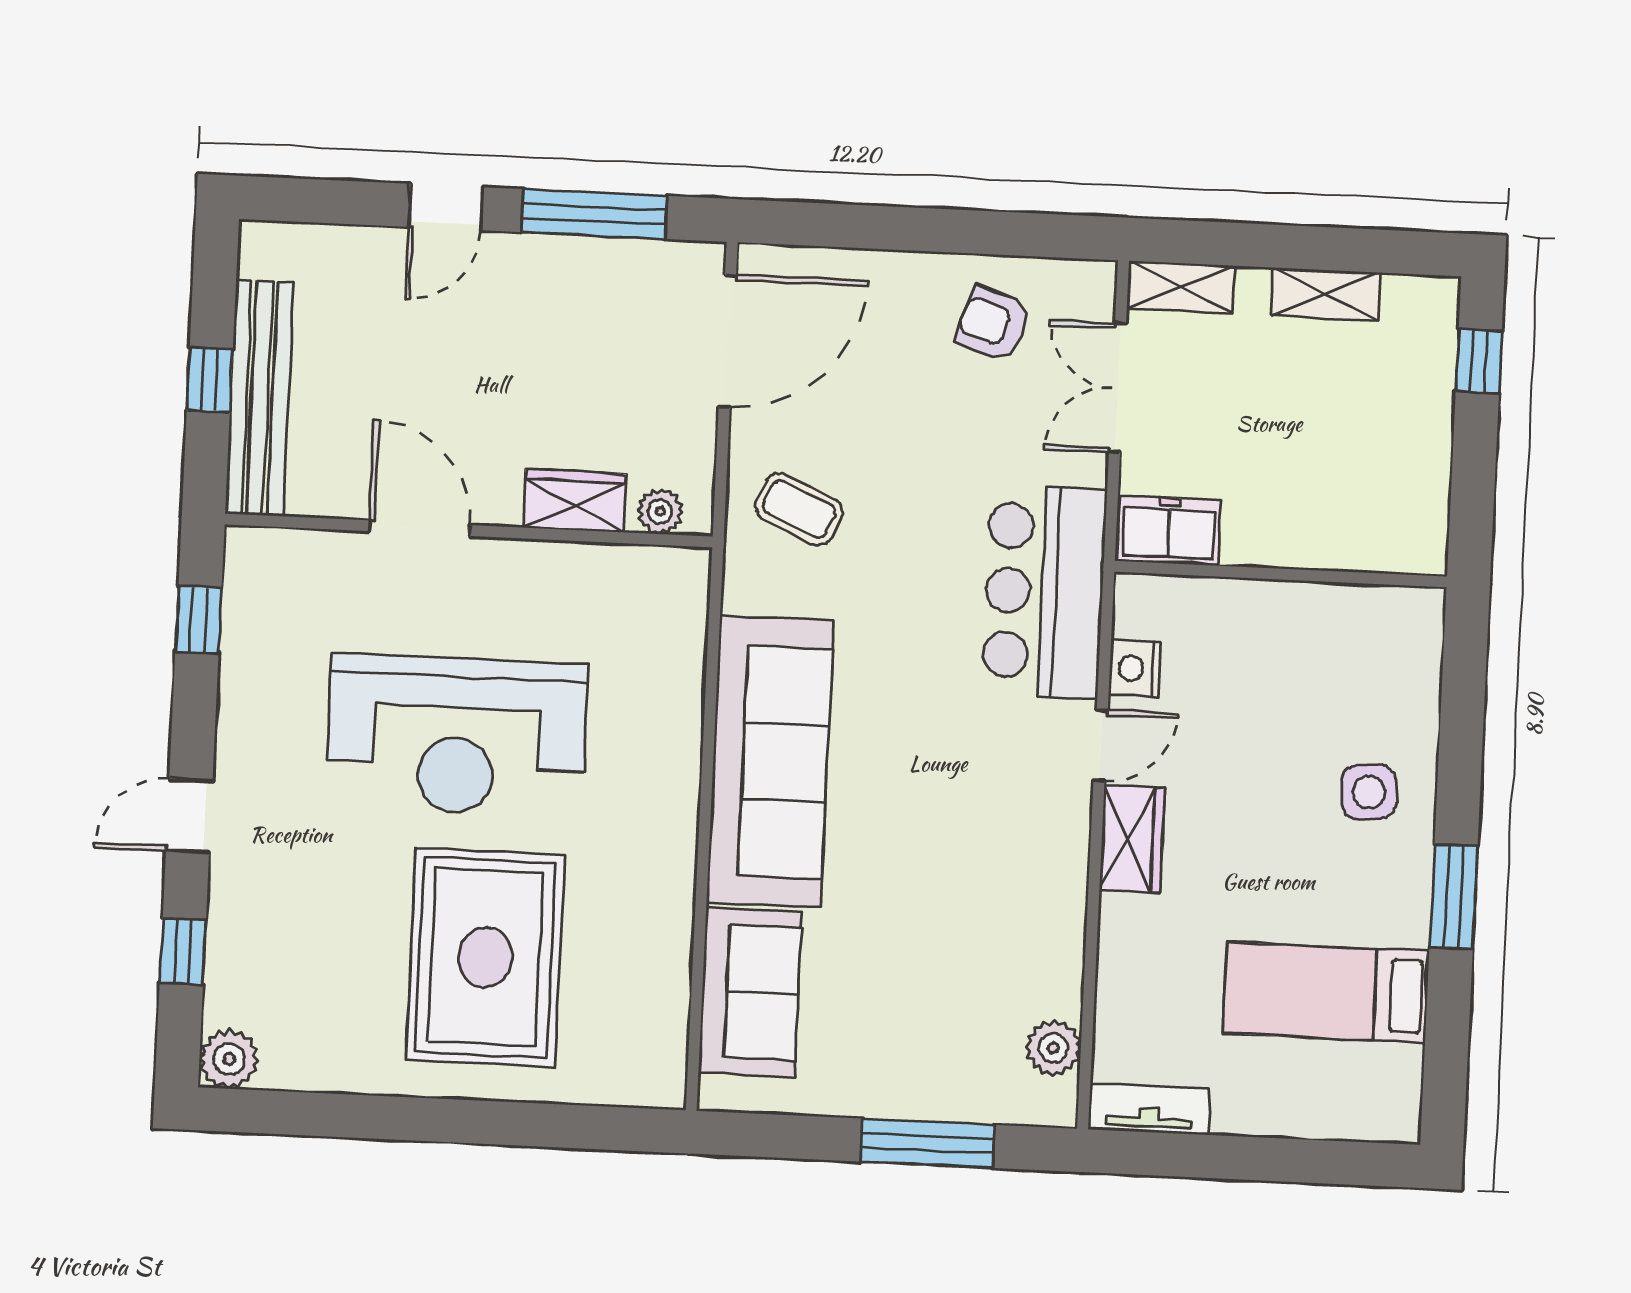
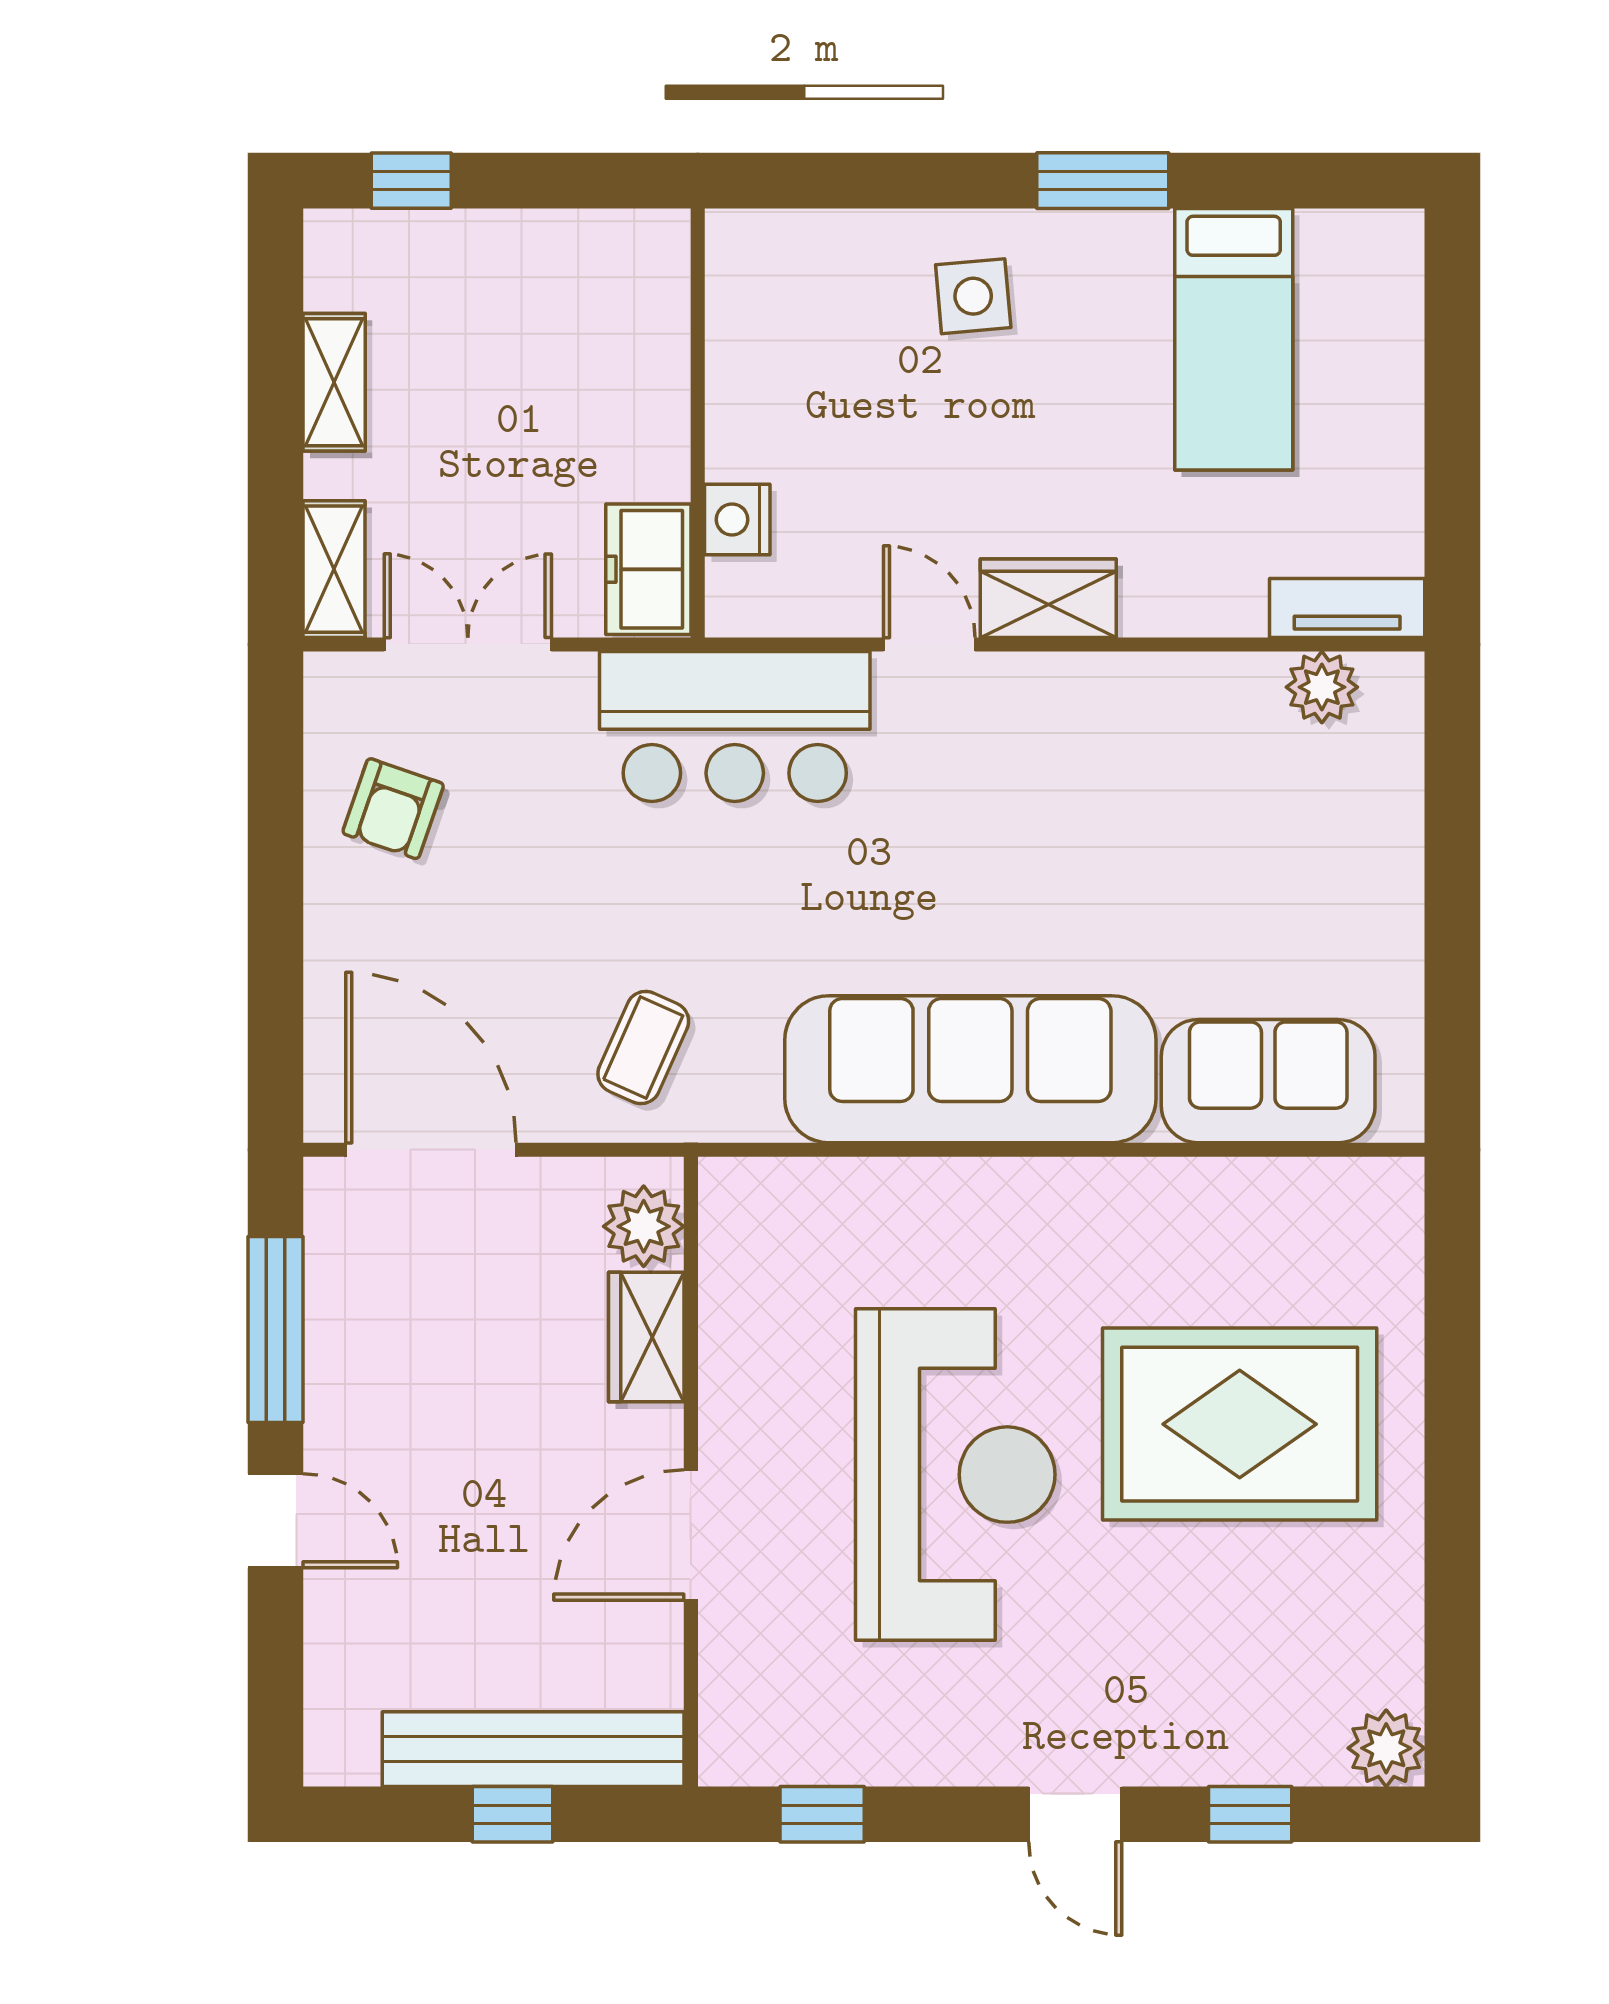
double door: (1118, 388) -> (468, 644), swing flipped
plant: (660, 511) -> (644, 1226), width x1.38, depth x1.38
nightstand: (1135, 669) -> (737, 520), moved, turned 90
tv unit: (1149, 1109) -> (1347, 608), moved, turned 90
window: (928, 1143) -> (1452, 843), removed

